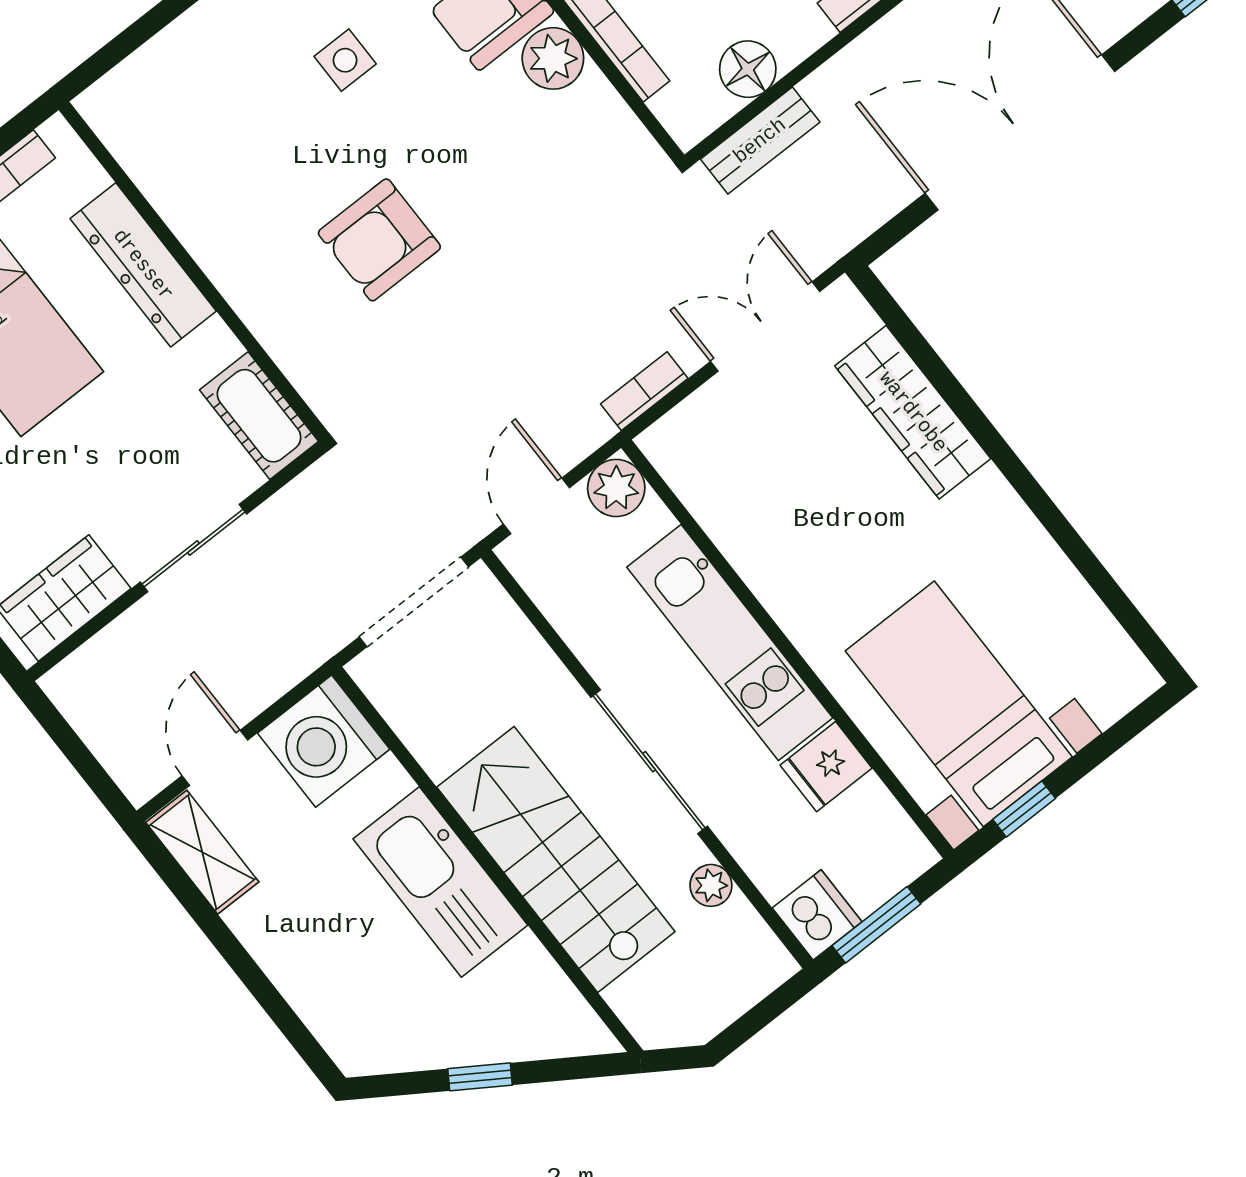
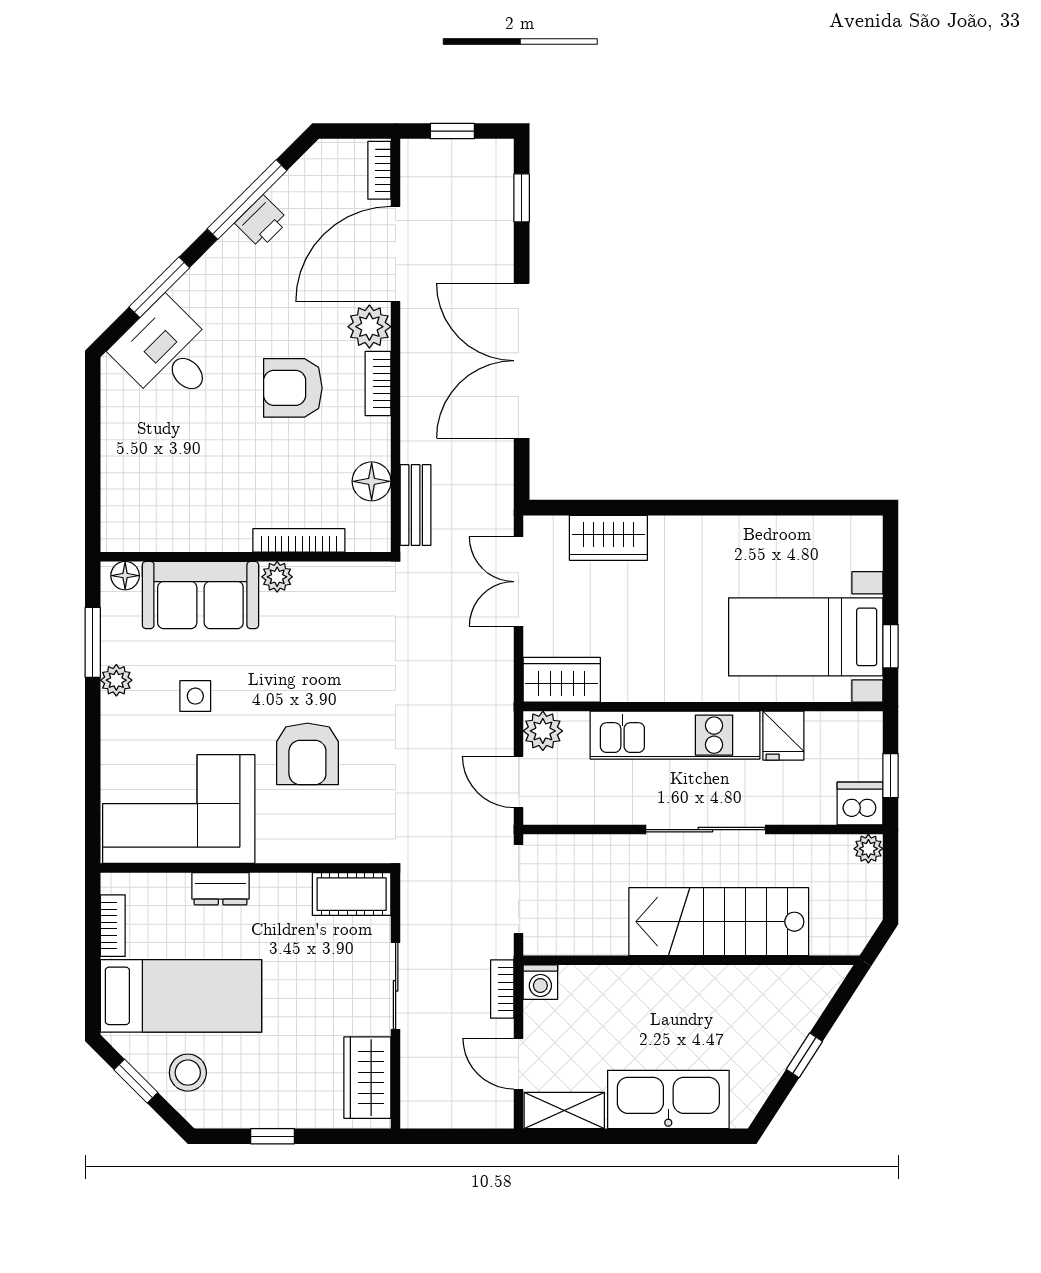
plant: (553, 58) -> (277, 577), width x0.73, depth x0.73
corner sofa: (201, 142) -> (179, 809), added
dresser: (143, 265) -> (221, 889), width x0.51, depth x0.80
bookcase: (644, 391) -> (502, 989), moved
wardrobe: (913, 412) -> (608, 538), width x0.67
wardrobe: (692, 464) -> (562, 680), added
washing machine: (324, 741) -> (540, 982), width x0.53, depth x0.53
kitchen sink: (440, 882) -> (668, 1099), moved, turned 180
plant: (711, 885) -> (868, 849), moved
window: (876, 925) -> (891, 776), width x0.67

